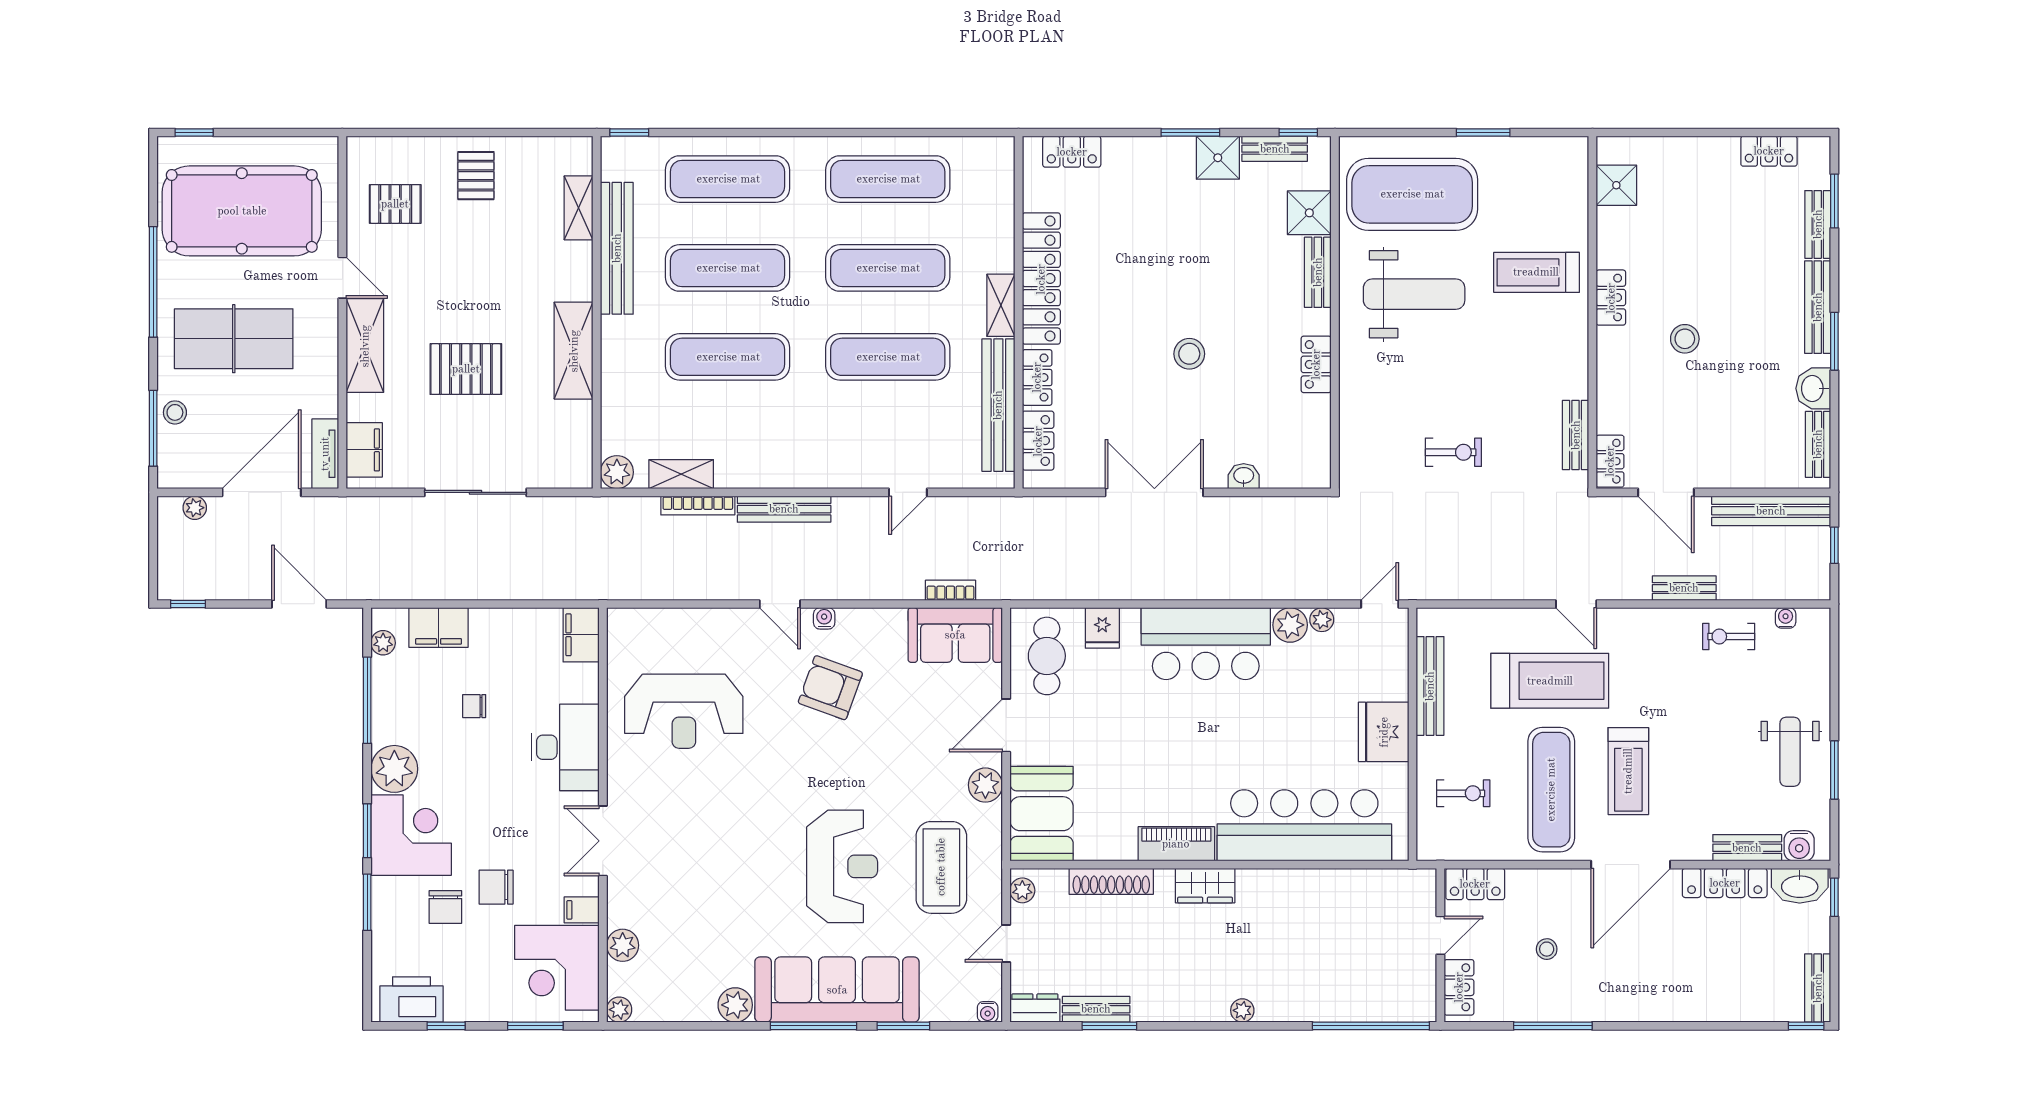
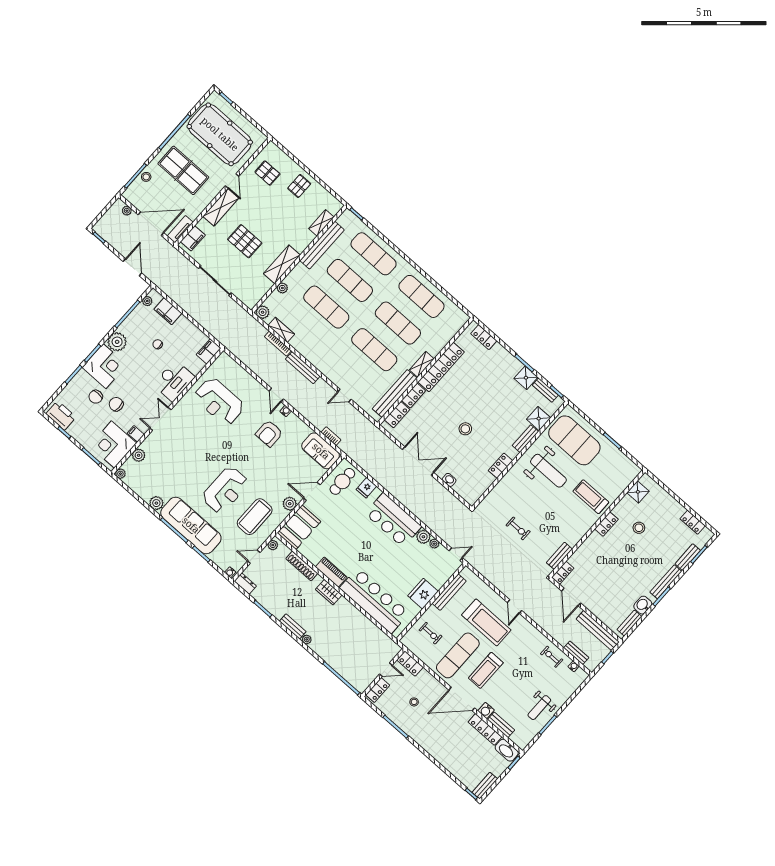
stool: (1685, 339) -> (639, 528), moved
plant: (614, 394) -> (282, 288), added
bench: (1684, 588) -> (576, 653), moved
armchair: (830, 688) -> (269, 433), turned -110
water cooler: (1799, 846) -> (486, 711), moved
bench: (1096, 1009) -> (293, 626), moved

